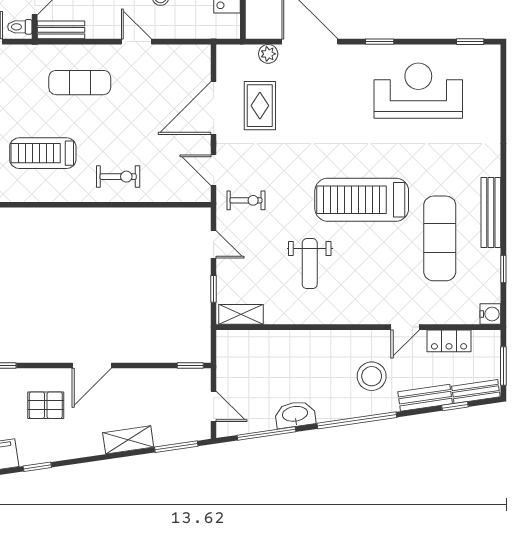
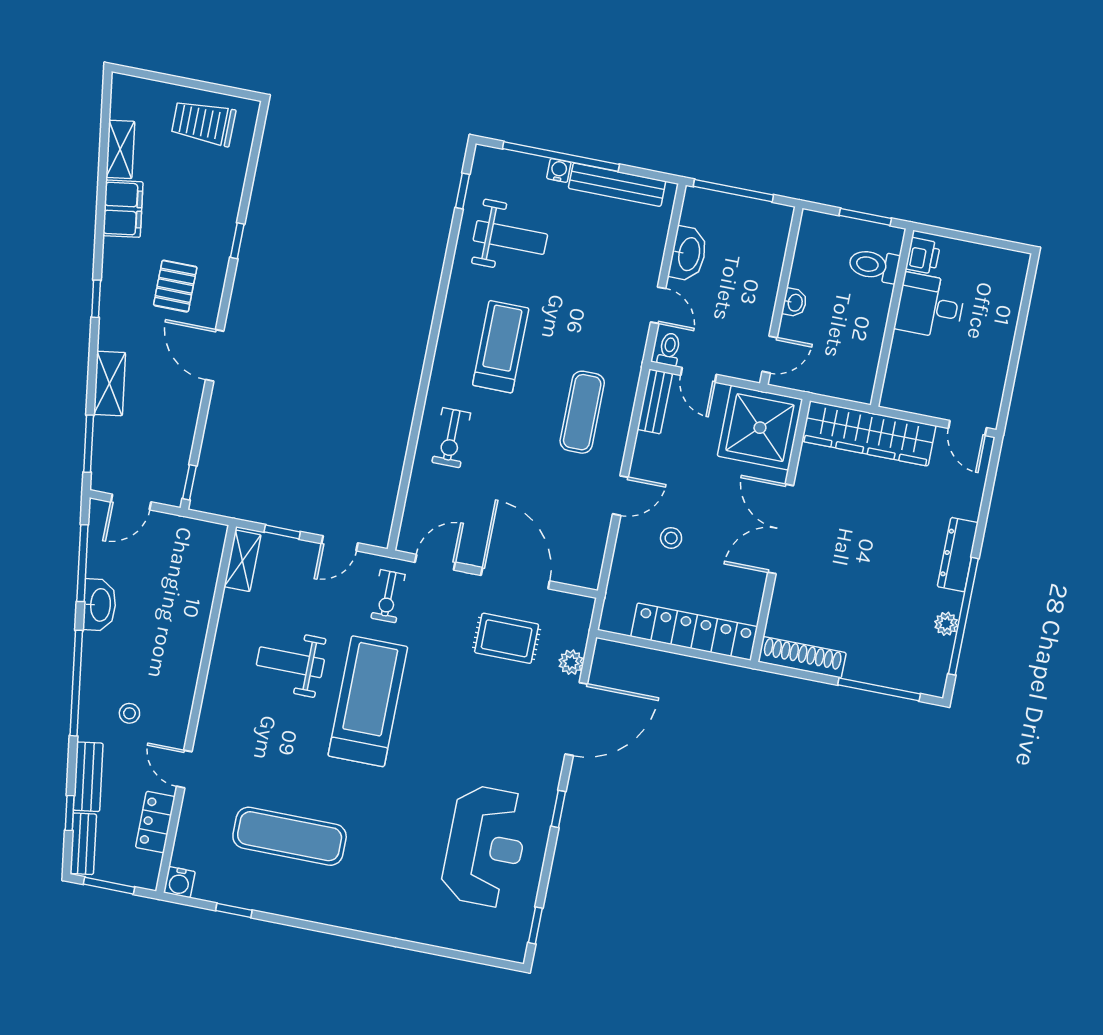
treadmill: (362, 200) -> (368, 701), moved
bench: (491, 212) -> (310, 909), removed
stool: (372, 376) -> (129, 713), width x0.53, depth x0.53
window: (37, 467) -> (96, 299), moved

